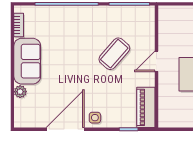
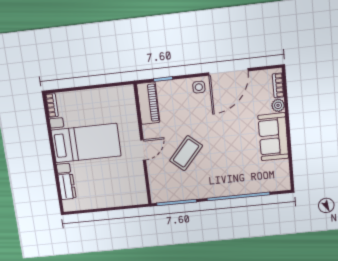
bookcase: (19, 25) -> (278, 85), moved

